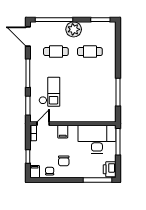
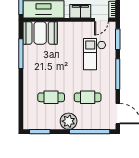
booth: (100, 111) -> (40, 33), added
filing cabinet: (63, 132) -> (80, 11), width x2.00

